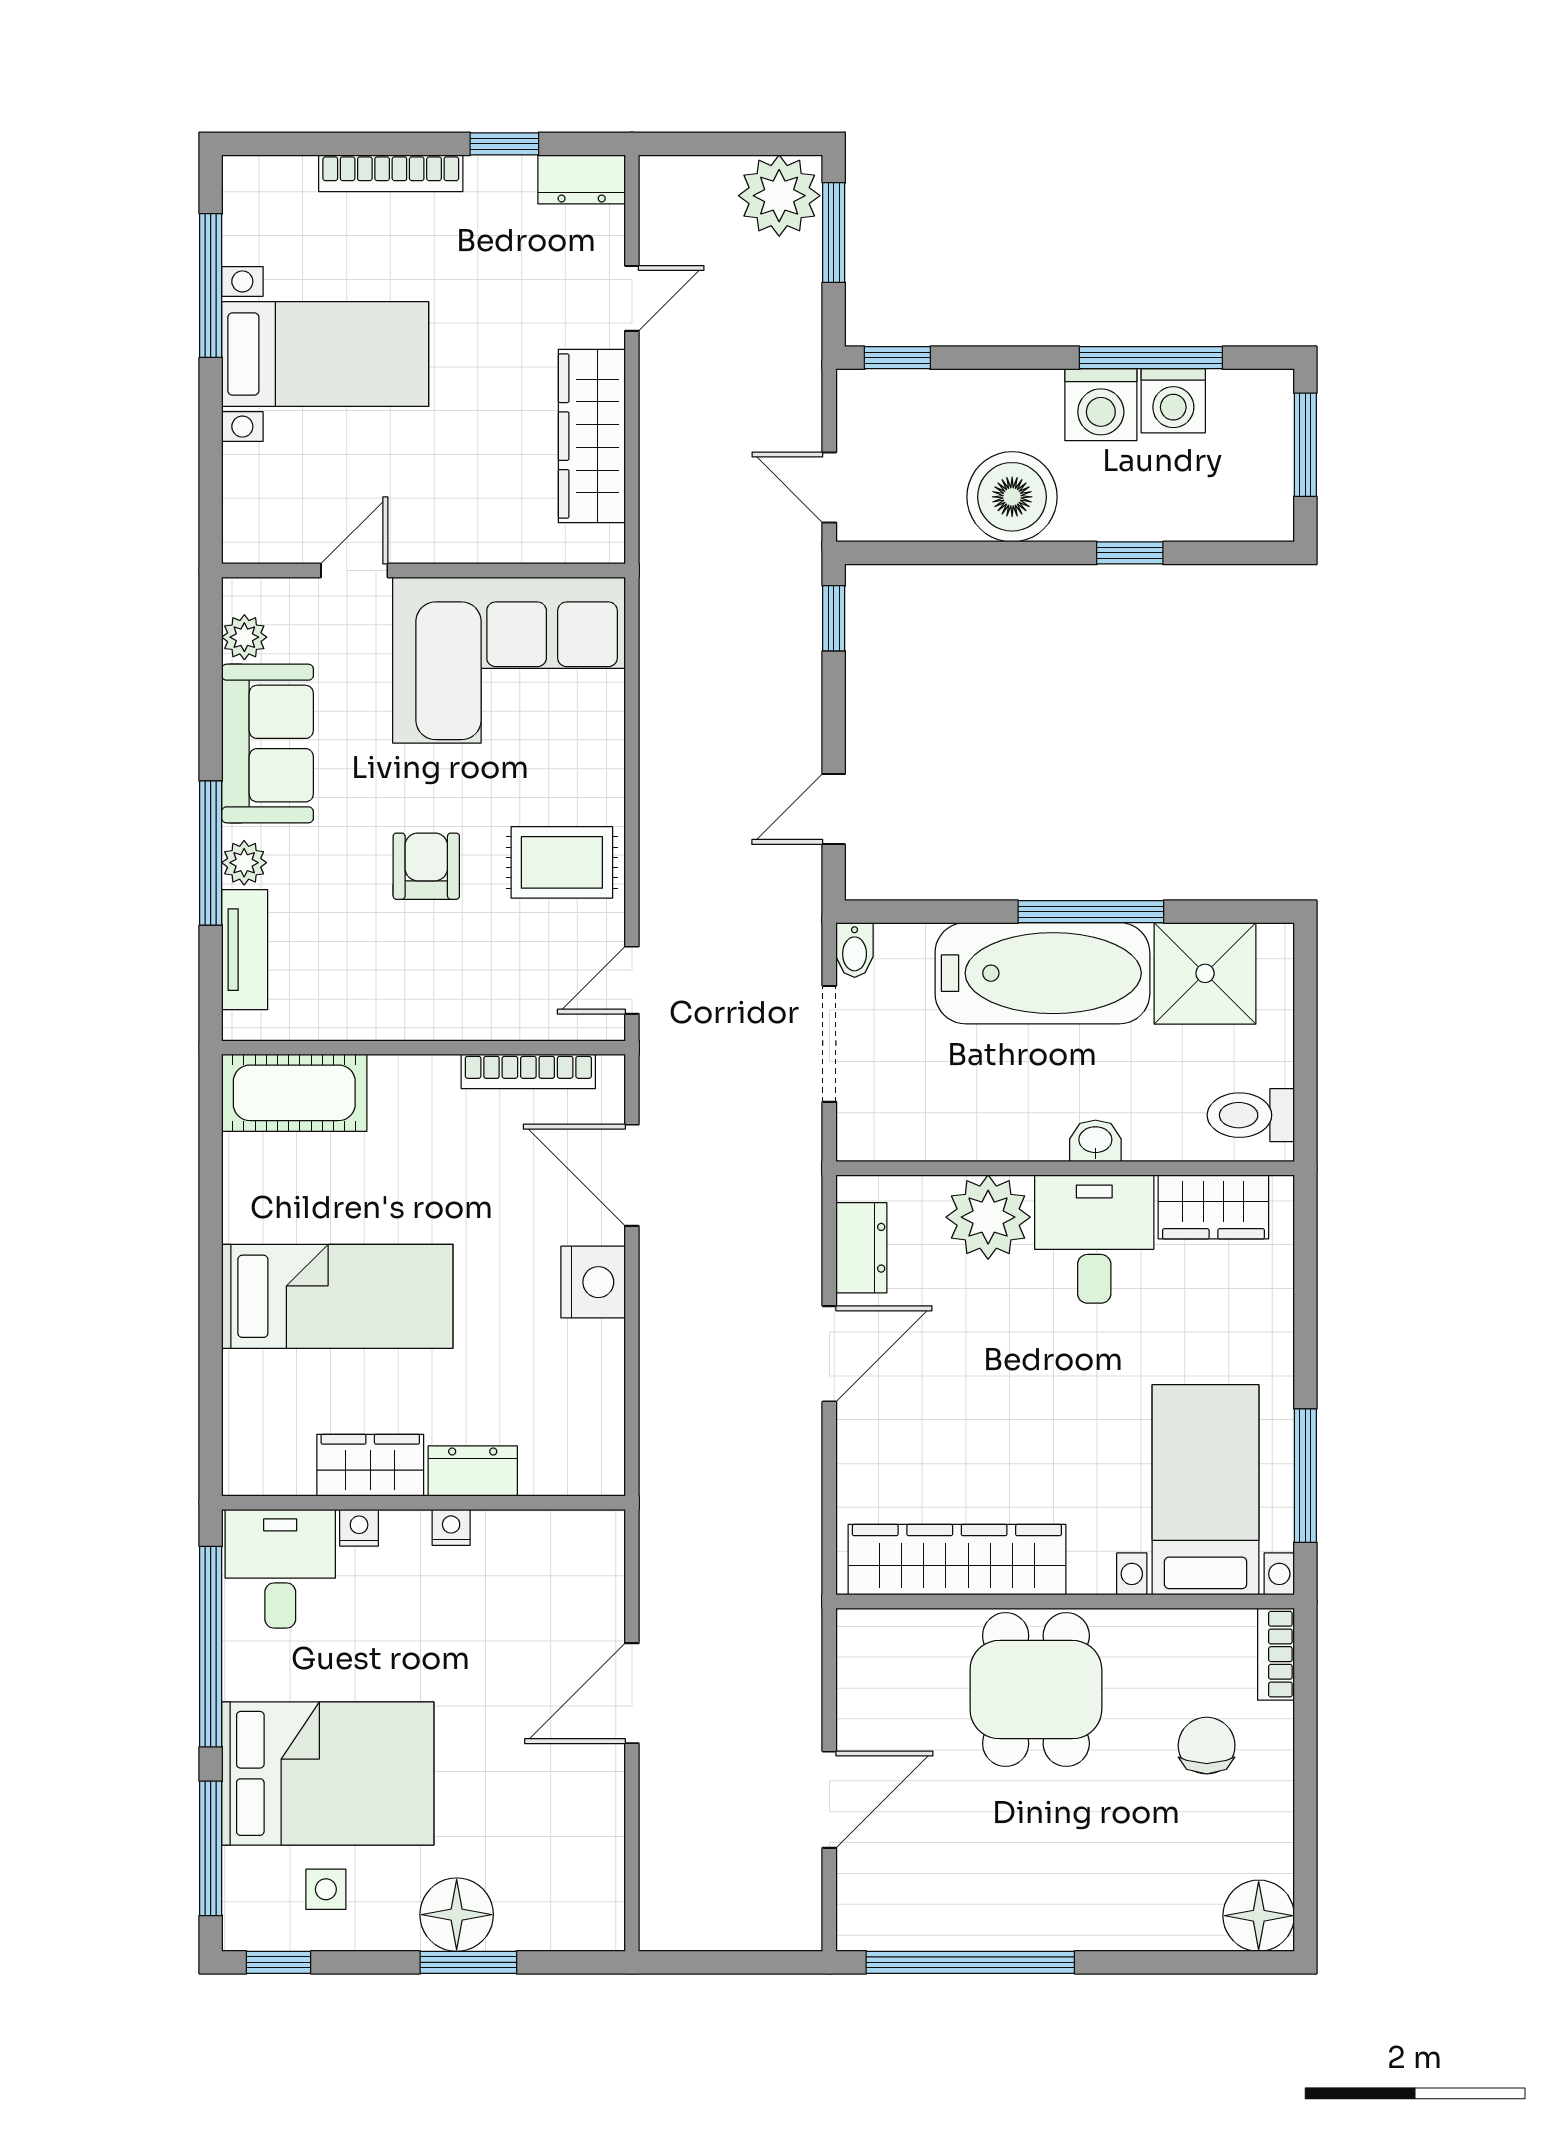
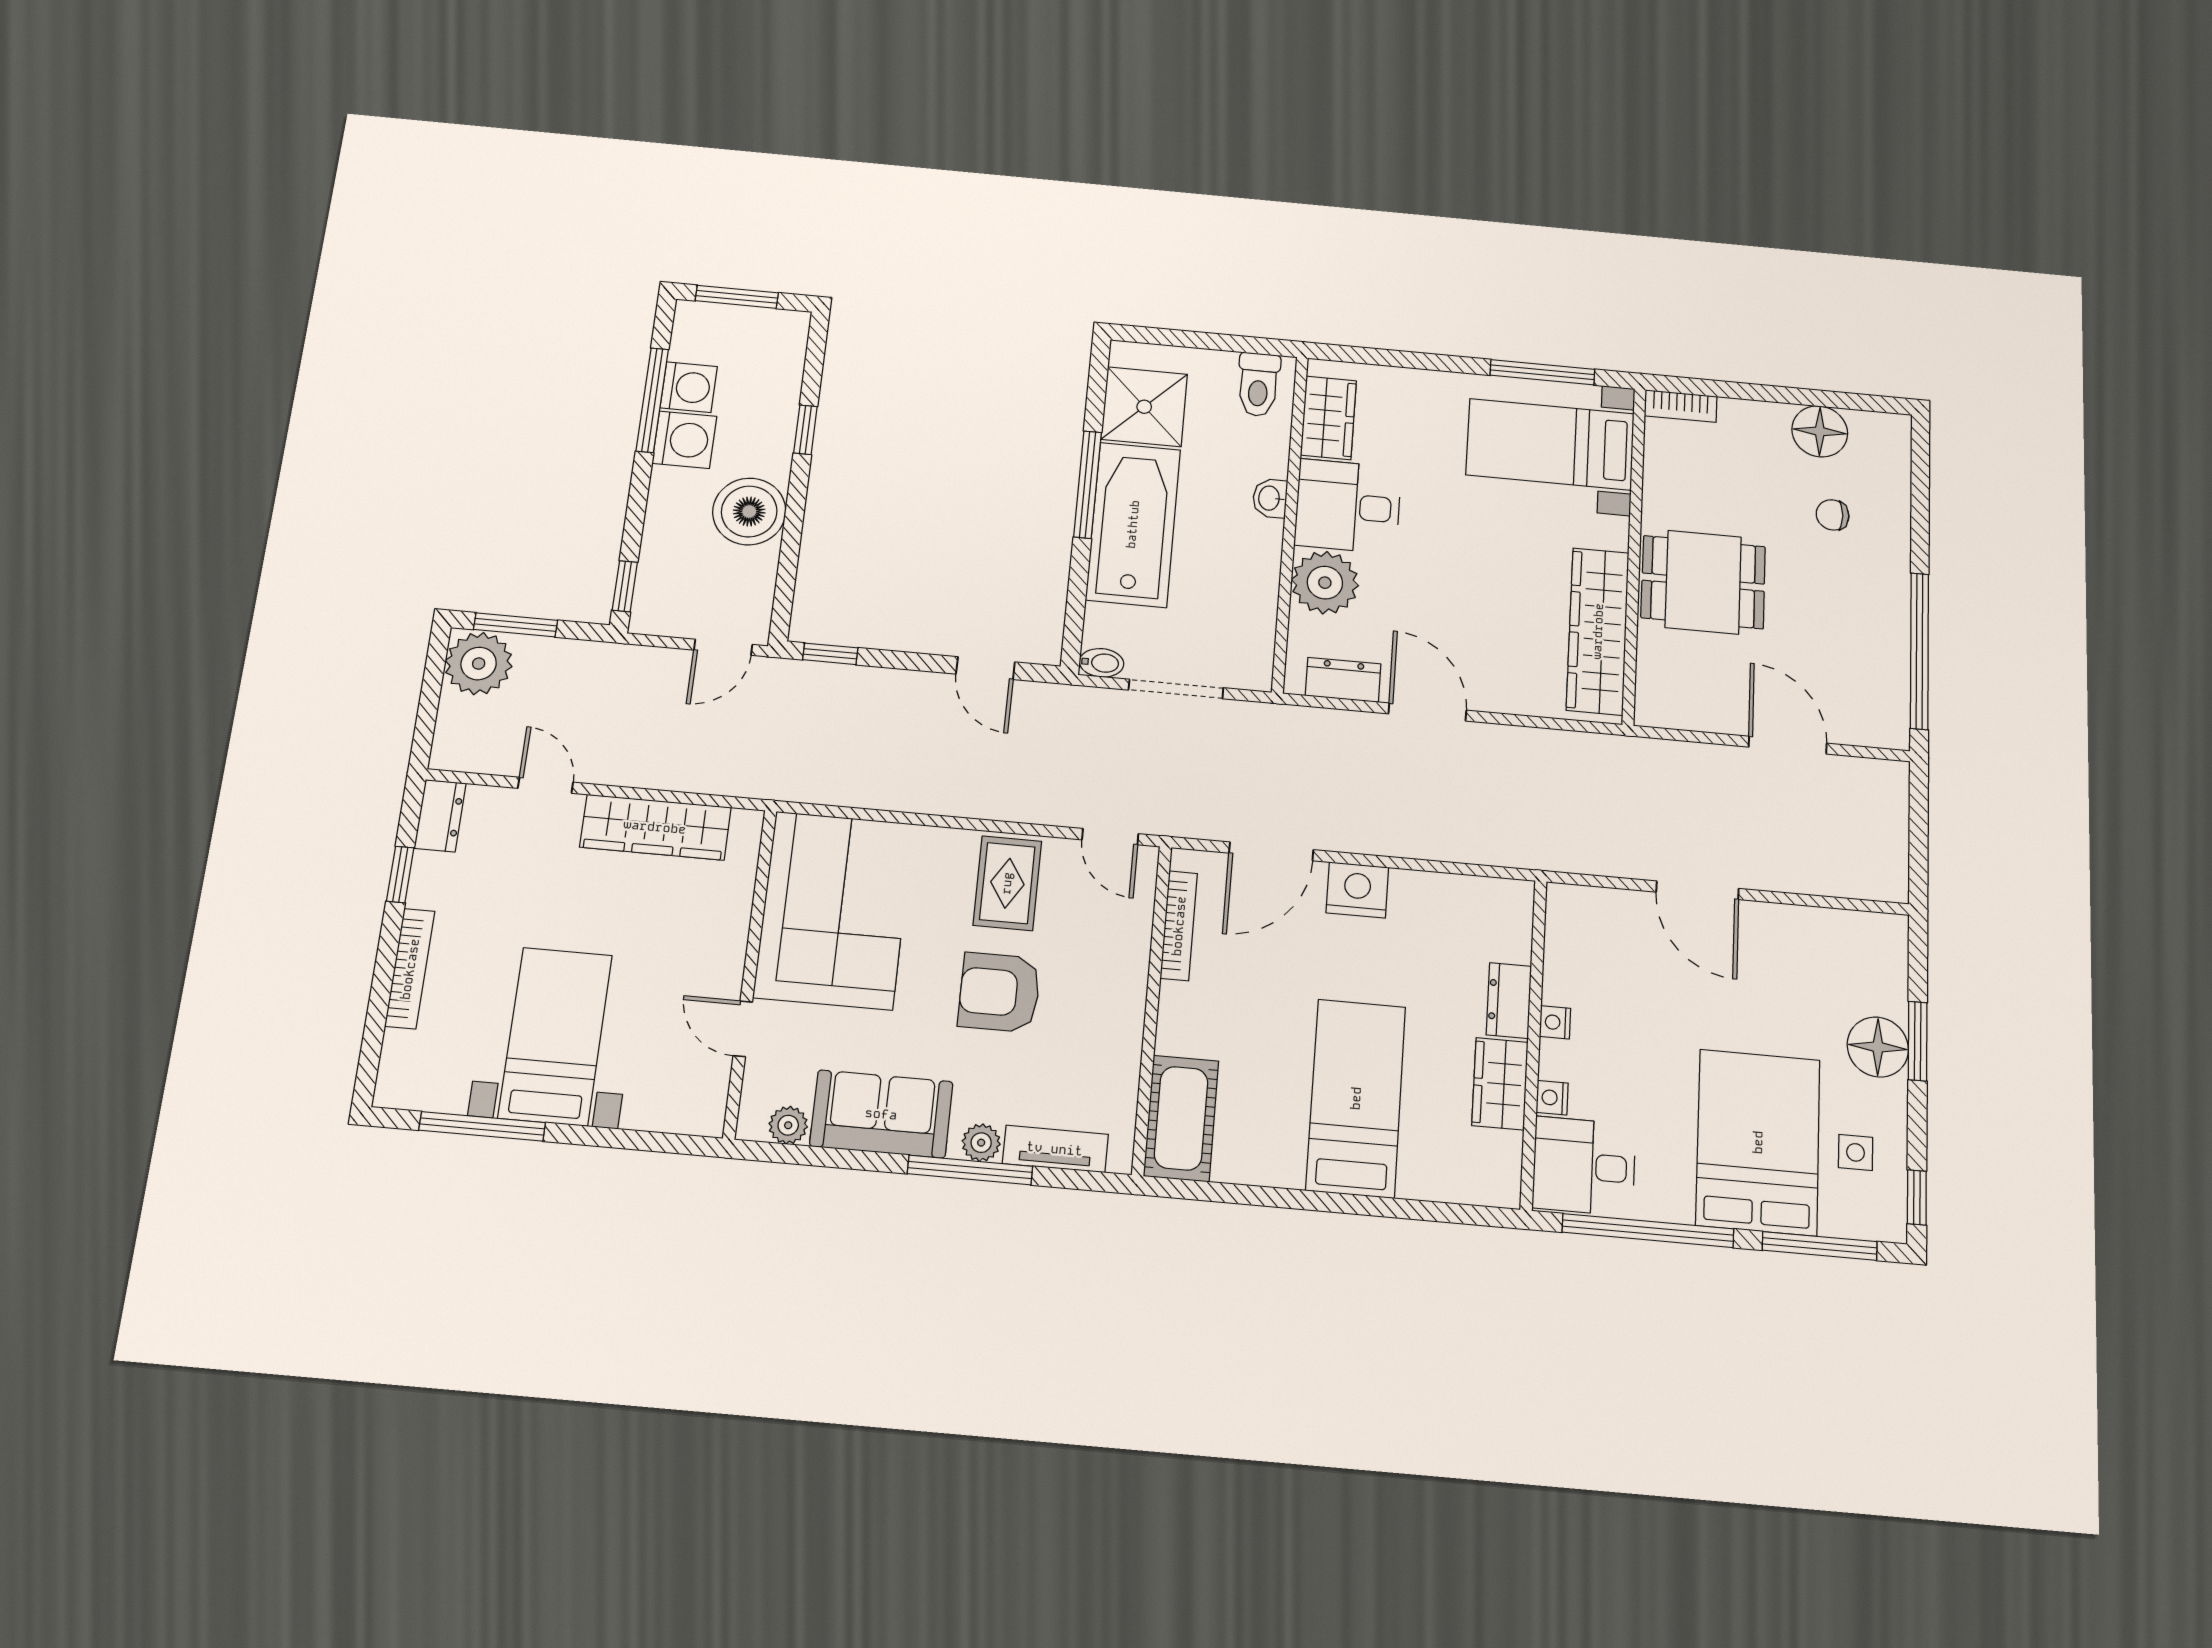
armchair: (426, 866) -> (999, 992), width x1.38, depth x1.38
chair: (1207, 1746) -> (1833, 515), moved, width x0.73, depth x0.73
floor lamp: (1259, 1916) -> (1820, 431), moved

